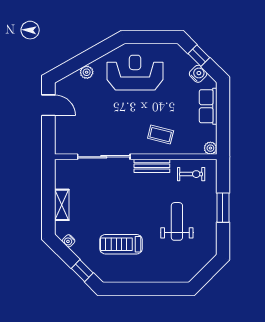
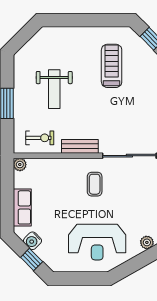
coffee table: (161, 135) -> (95, 184), moved, turned 76
exercise bike: (191, 174) -> (40, 138), turned 180
treadmill: (121, 244) -> (112, 66), turned -90

